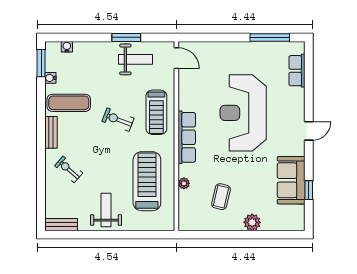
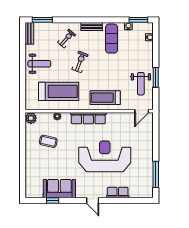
row of seats: (297, 71) -> (118, 193), moved
exercise bike: (118, 120) -> (80, 62), moved
window: (41, 206) -> (42, 20), added
plant: (252, 222) -> (31, 118), moved

